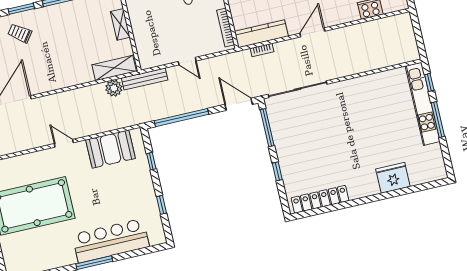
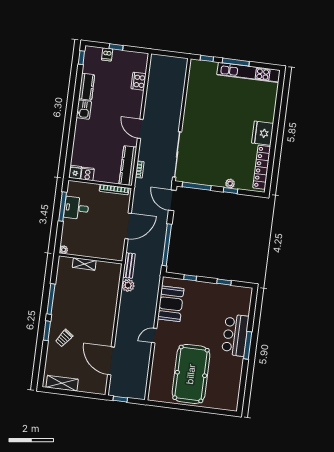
door: (187, 61) -> (128, 226), width x1.87
shelving: (114, 68) -> (114, 280), removed
bench: (145, 79) -> (129, 266), width x0.73
door: (239, 104) -> (172, 200), hinge flipped
kitchen unit: (423, 104) -> (248, 72), moved
plant: (286, 168) -> (230, 183), added
fridge: (393, 178) -> (263, 133), moved
bar counter: (111, 241) -> (235, 335), width x0.73

